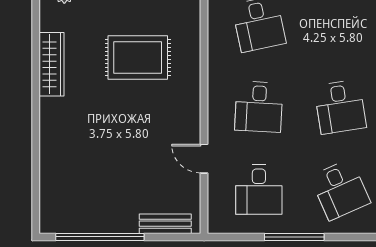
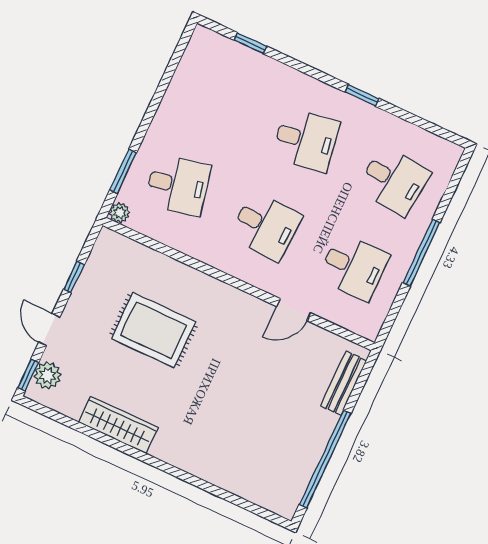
rug: (138, 58) -> (154, 330), turned 90
desk: (340, 190) -> (394, 181), turned 30

